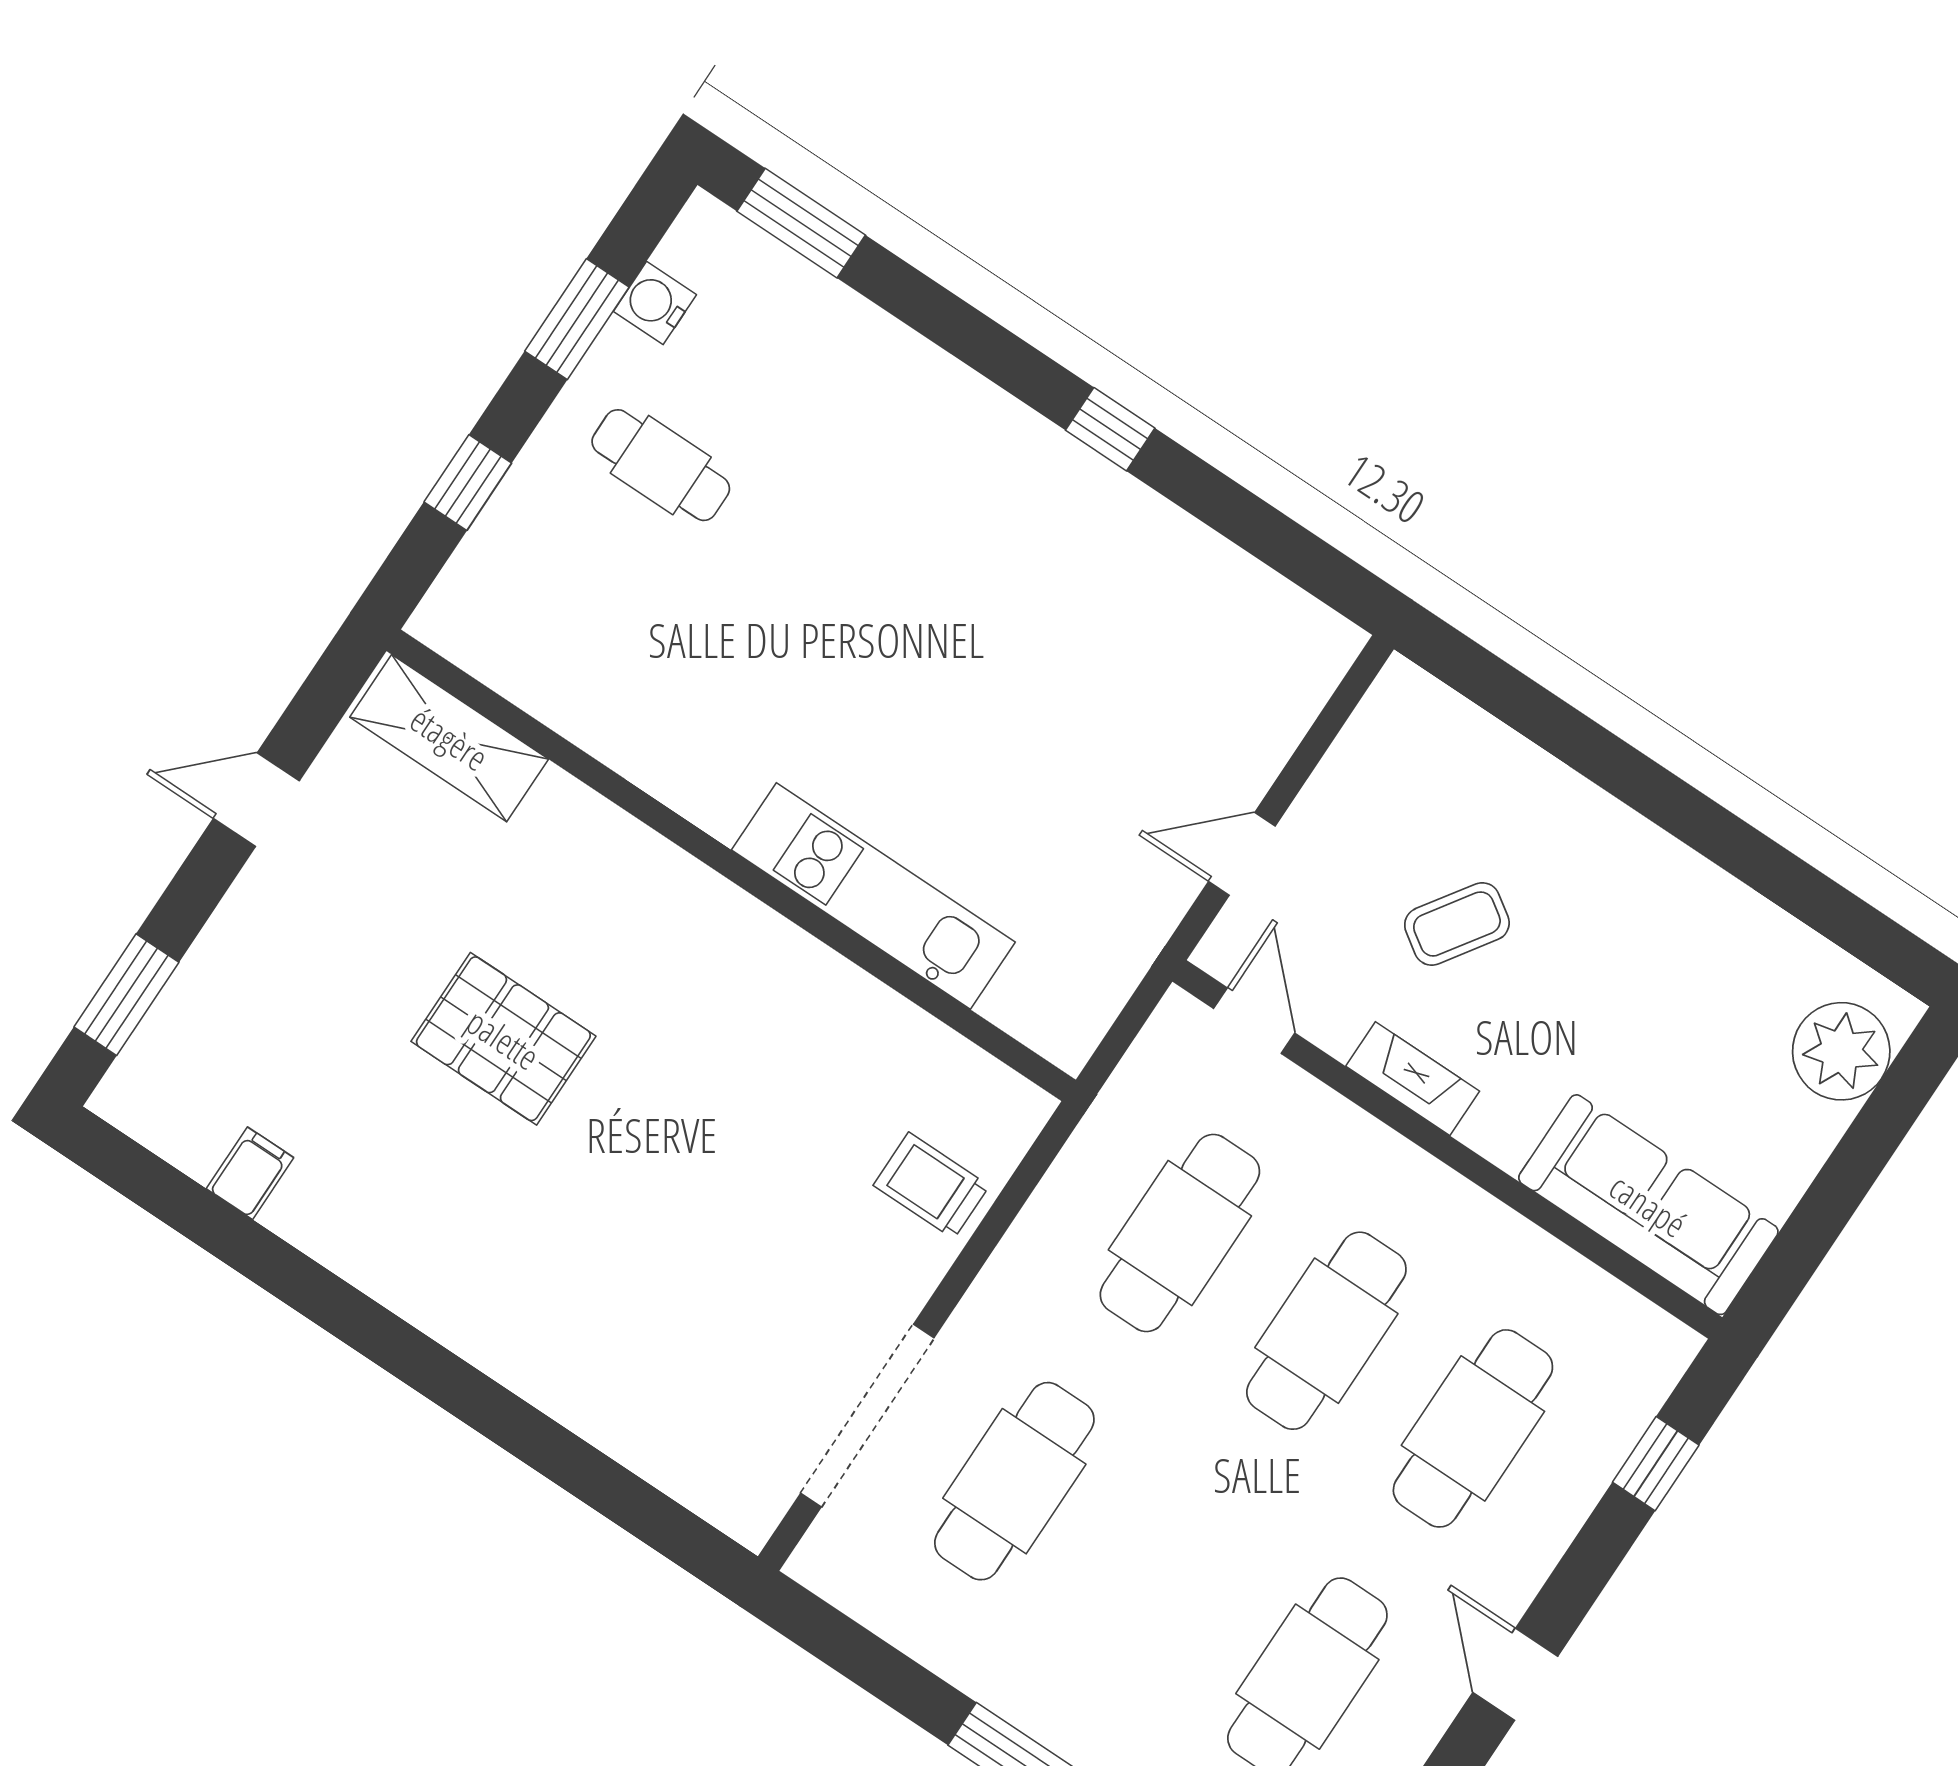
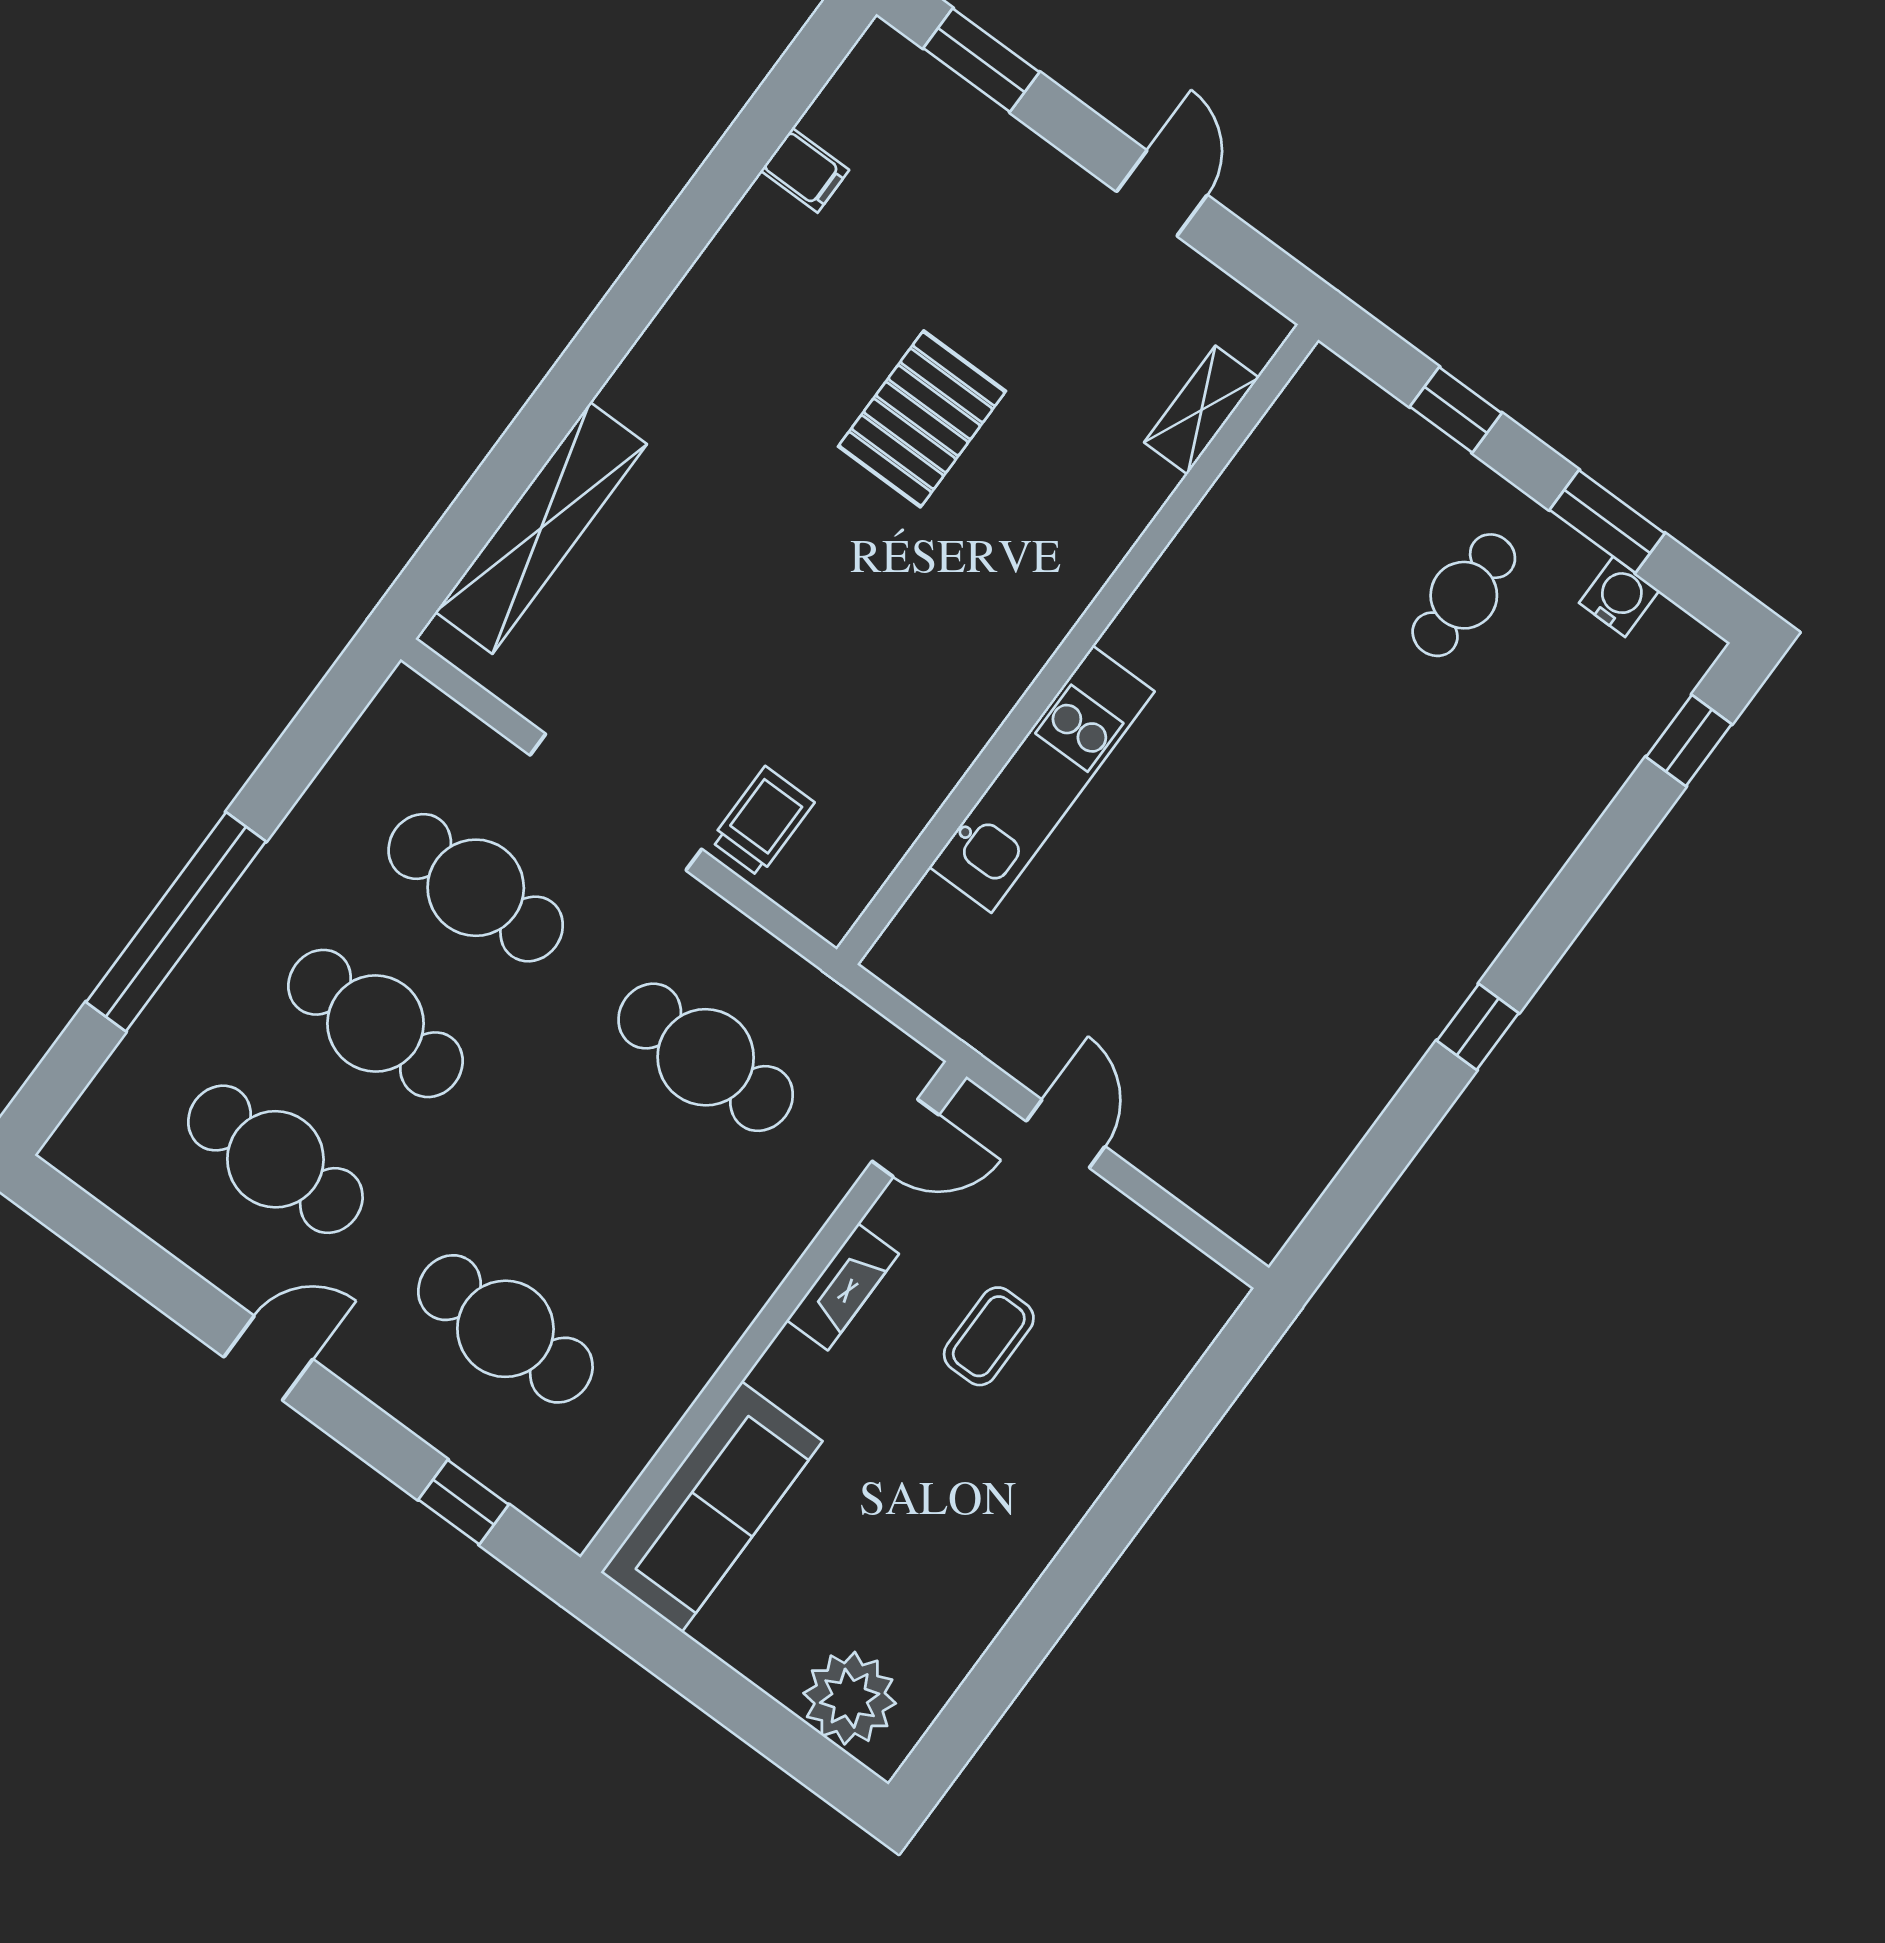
window: (801, 223) -> (1689, 740), width x0.67
shelving: (449, 738) -> (1201, 410), width x0.67, depth x0.75
coffee table: (1457, 924) -> (989, 1336), turned 56
cafe table: (1326, 1331) -> (376, 1023), moved
doorway: (867, 1416) -> (616, 802), moved
shelving: (636, 1431) -> (541, 528), added

